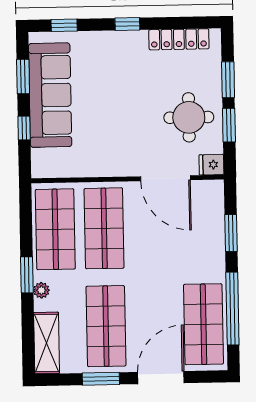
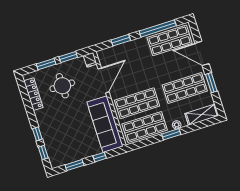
window: (127, 24) -> (37, 134), moved
sofa: (50, 95) -> (105, 124), moved, turned -90
round table: (189, 117) -> (62, 86), moved

